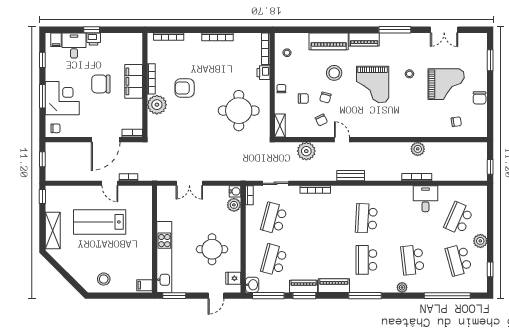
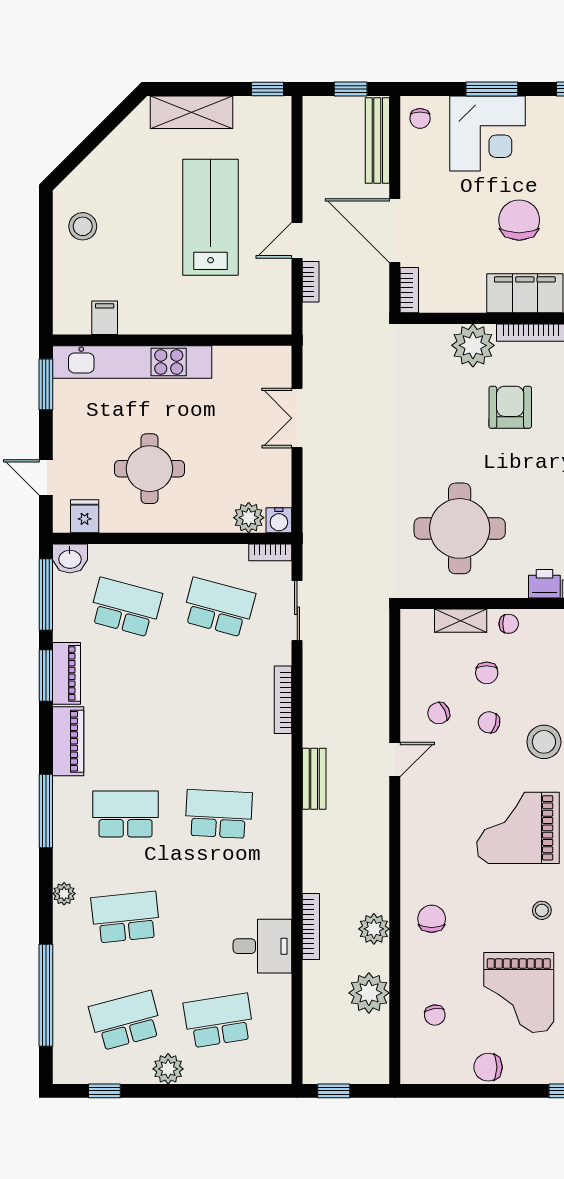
chair: (413, 123) -> (432, 919), added
shelving: (280, 126) -> (461, 621), moved
bench: (65, 147) -> (377, 140), added
plant: (306, 151) -> (369, 993), moved
school desk: (459, 218) -> (219, 1021), turned -33
filing cabinet: (145, 285) -> (105, 318), moved

